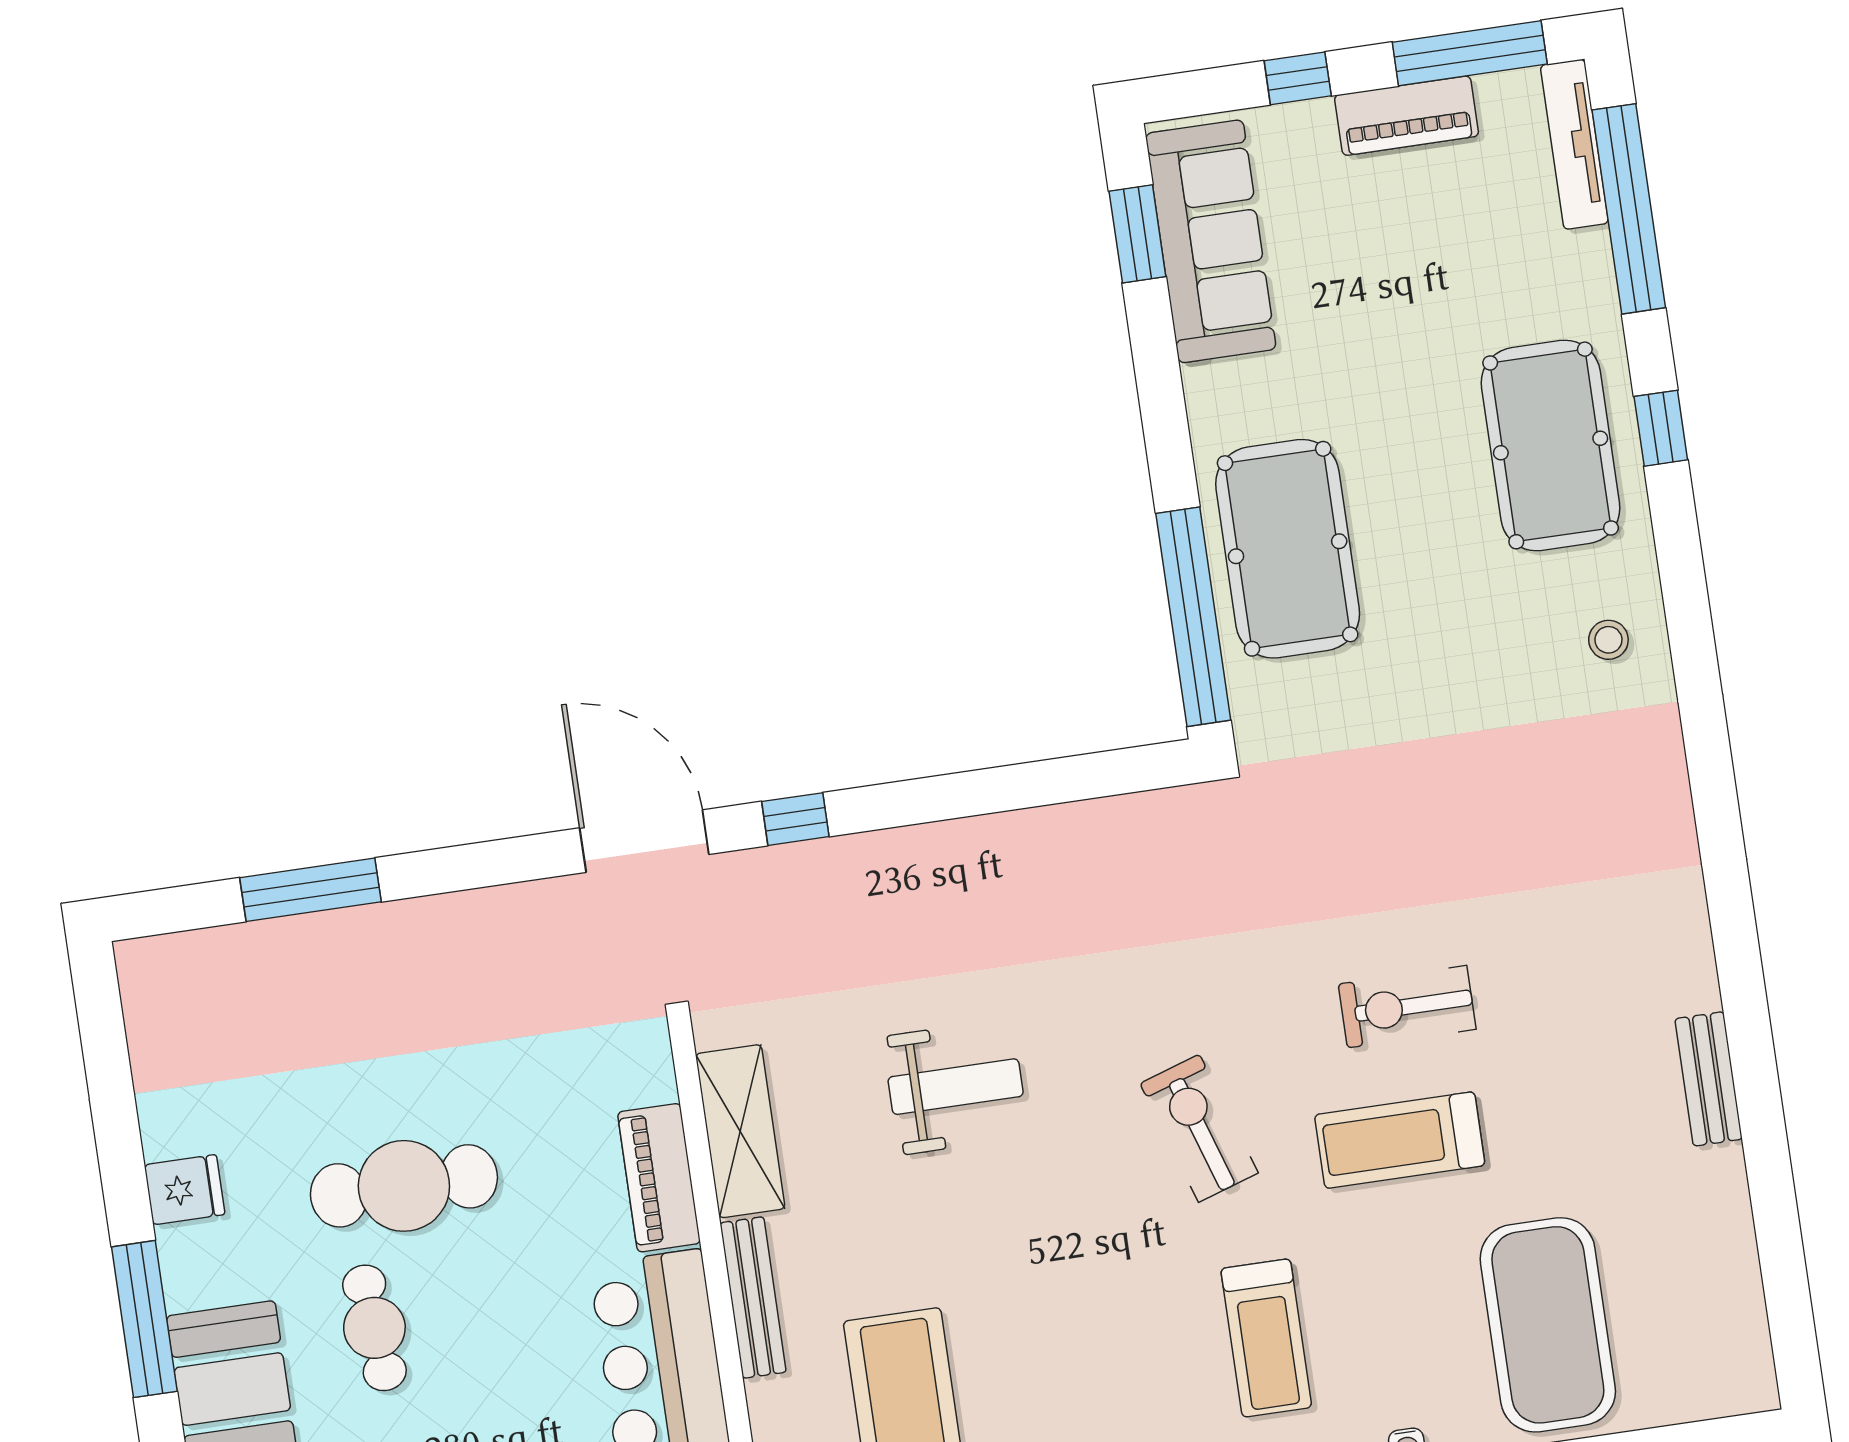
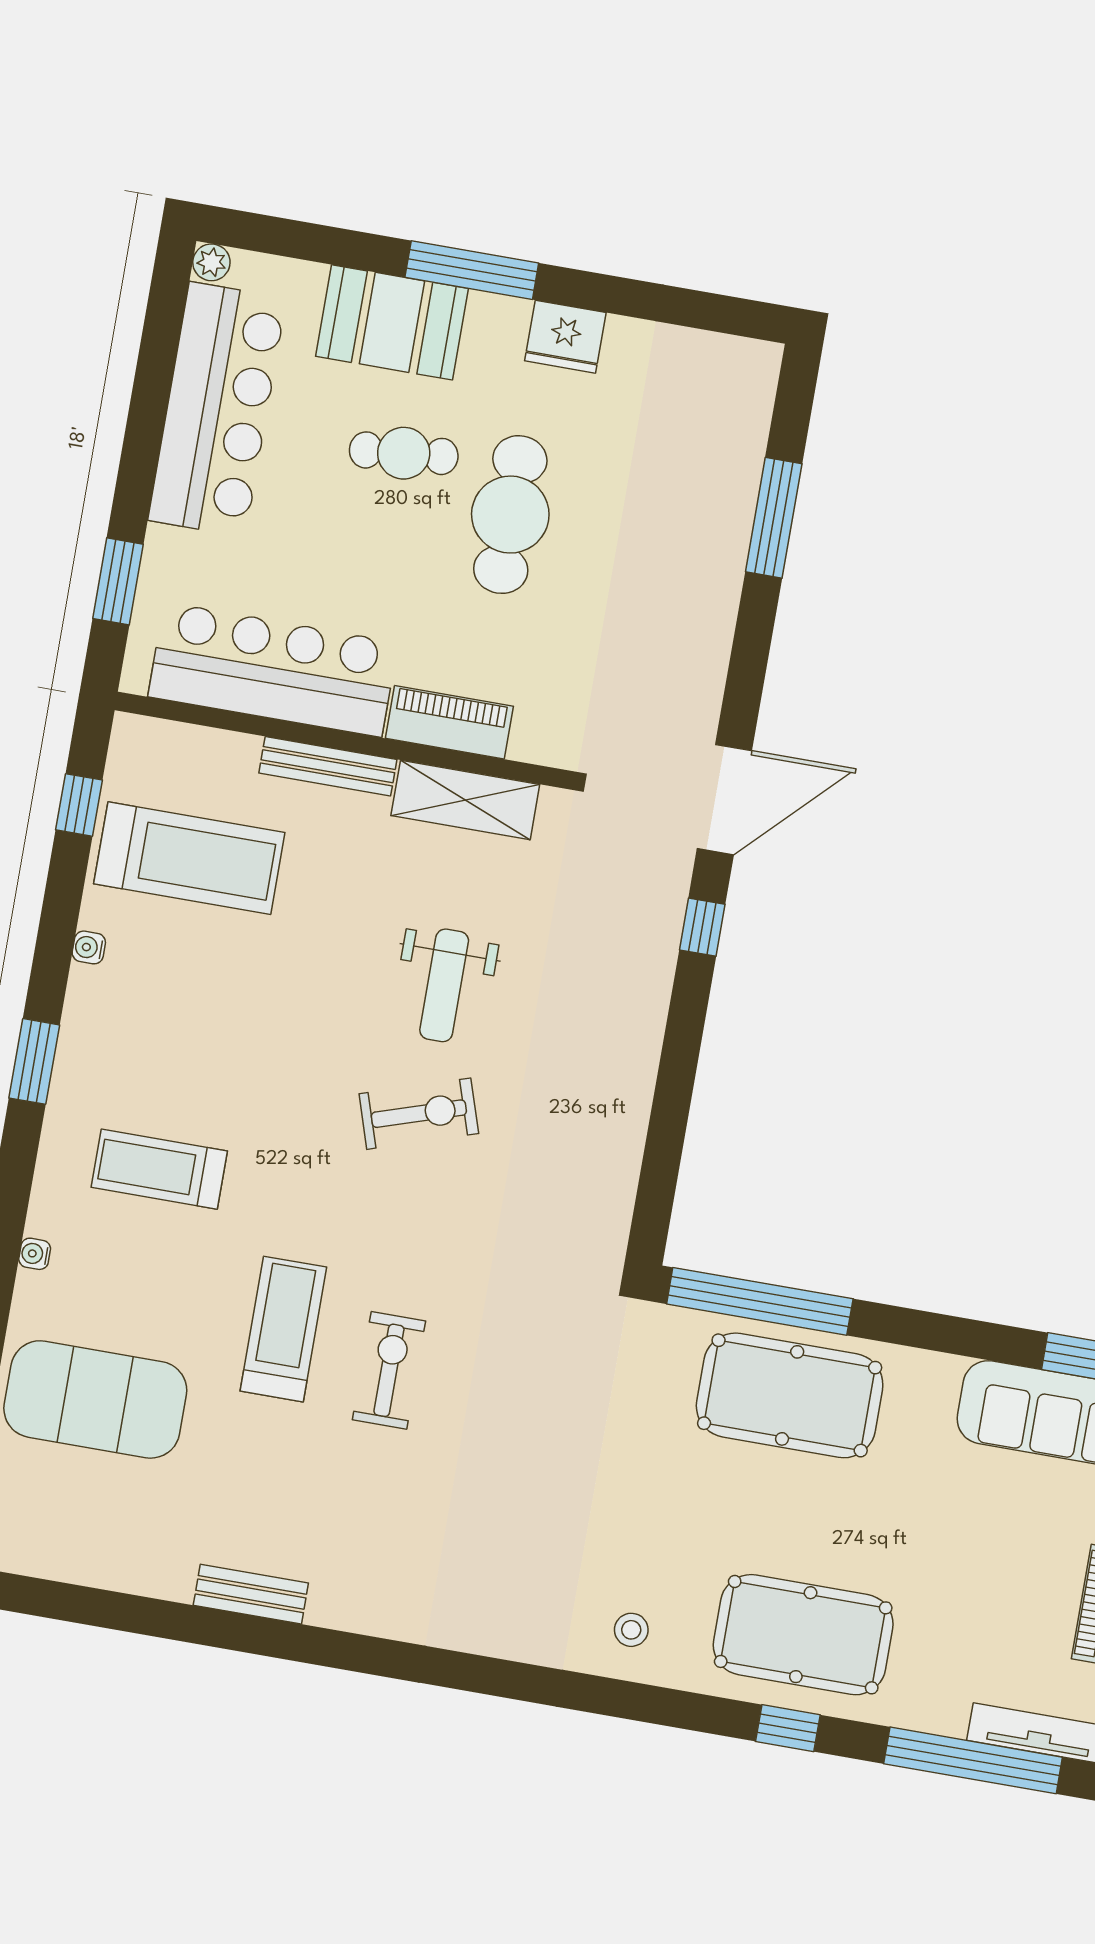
exercise bike: (1199, 1128) -> (419, 1114), moved
fridge: (185, 1190) -> (565, 337), width x1.38

